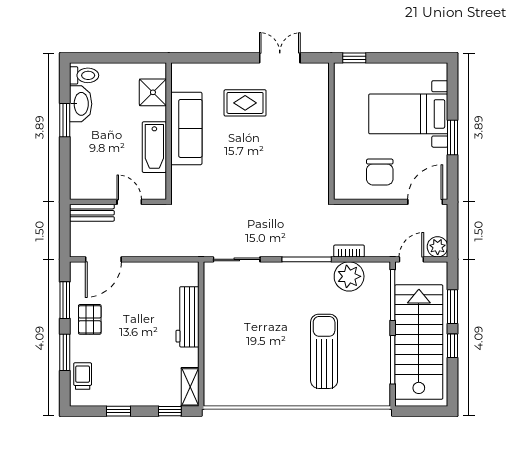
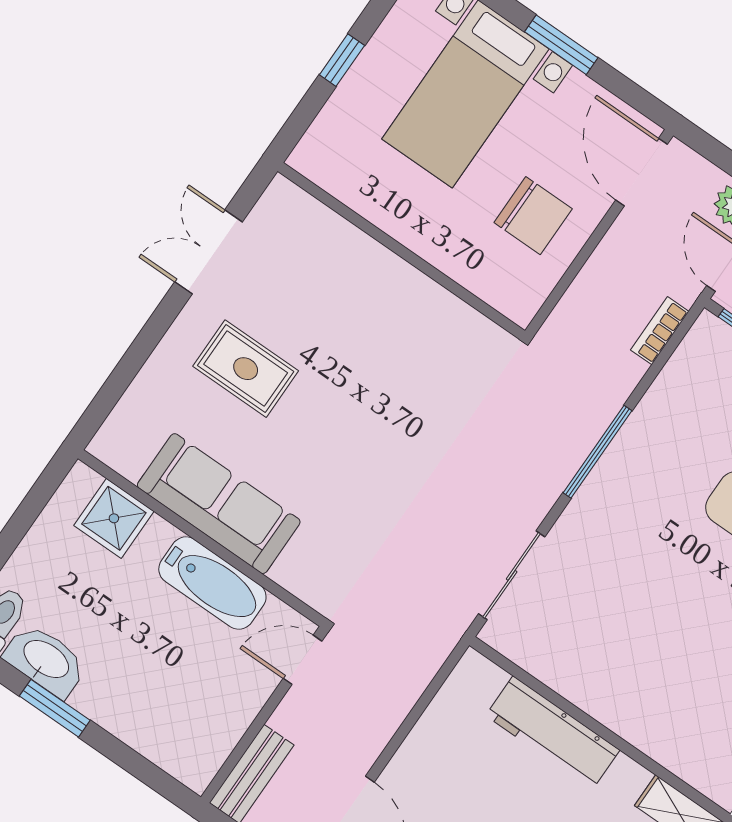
window: (354, 58) -> (342, 60), moved
rug: (245, 103) -> (246, 369), turned 90
door: (129, 202) -> (303, 660), moved
bookcase: (349, 251) -> (660, 331), moved
plant: (349, 276) -> (680, 398), removed

